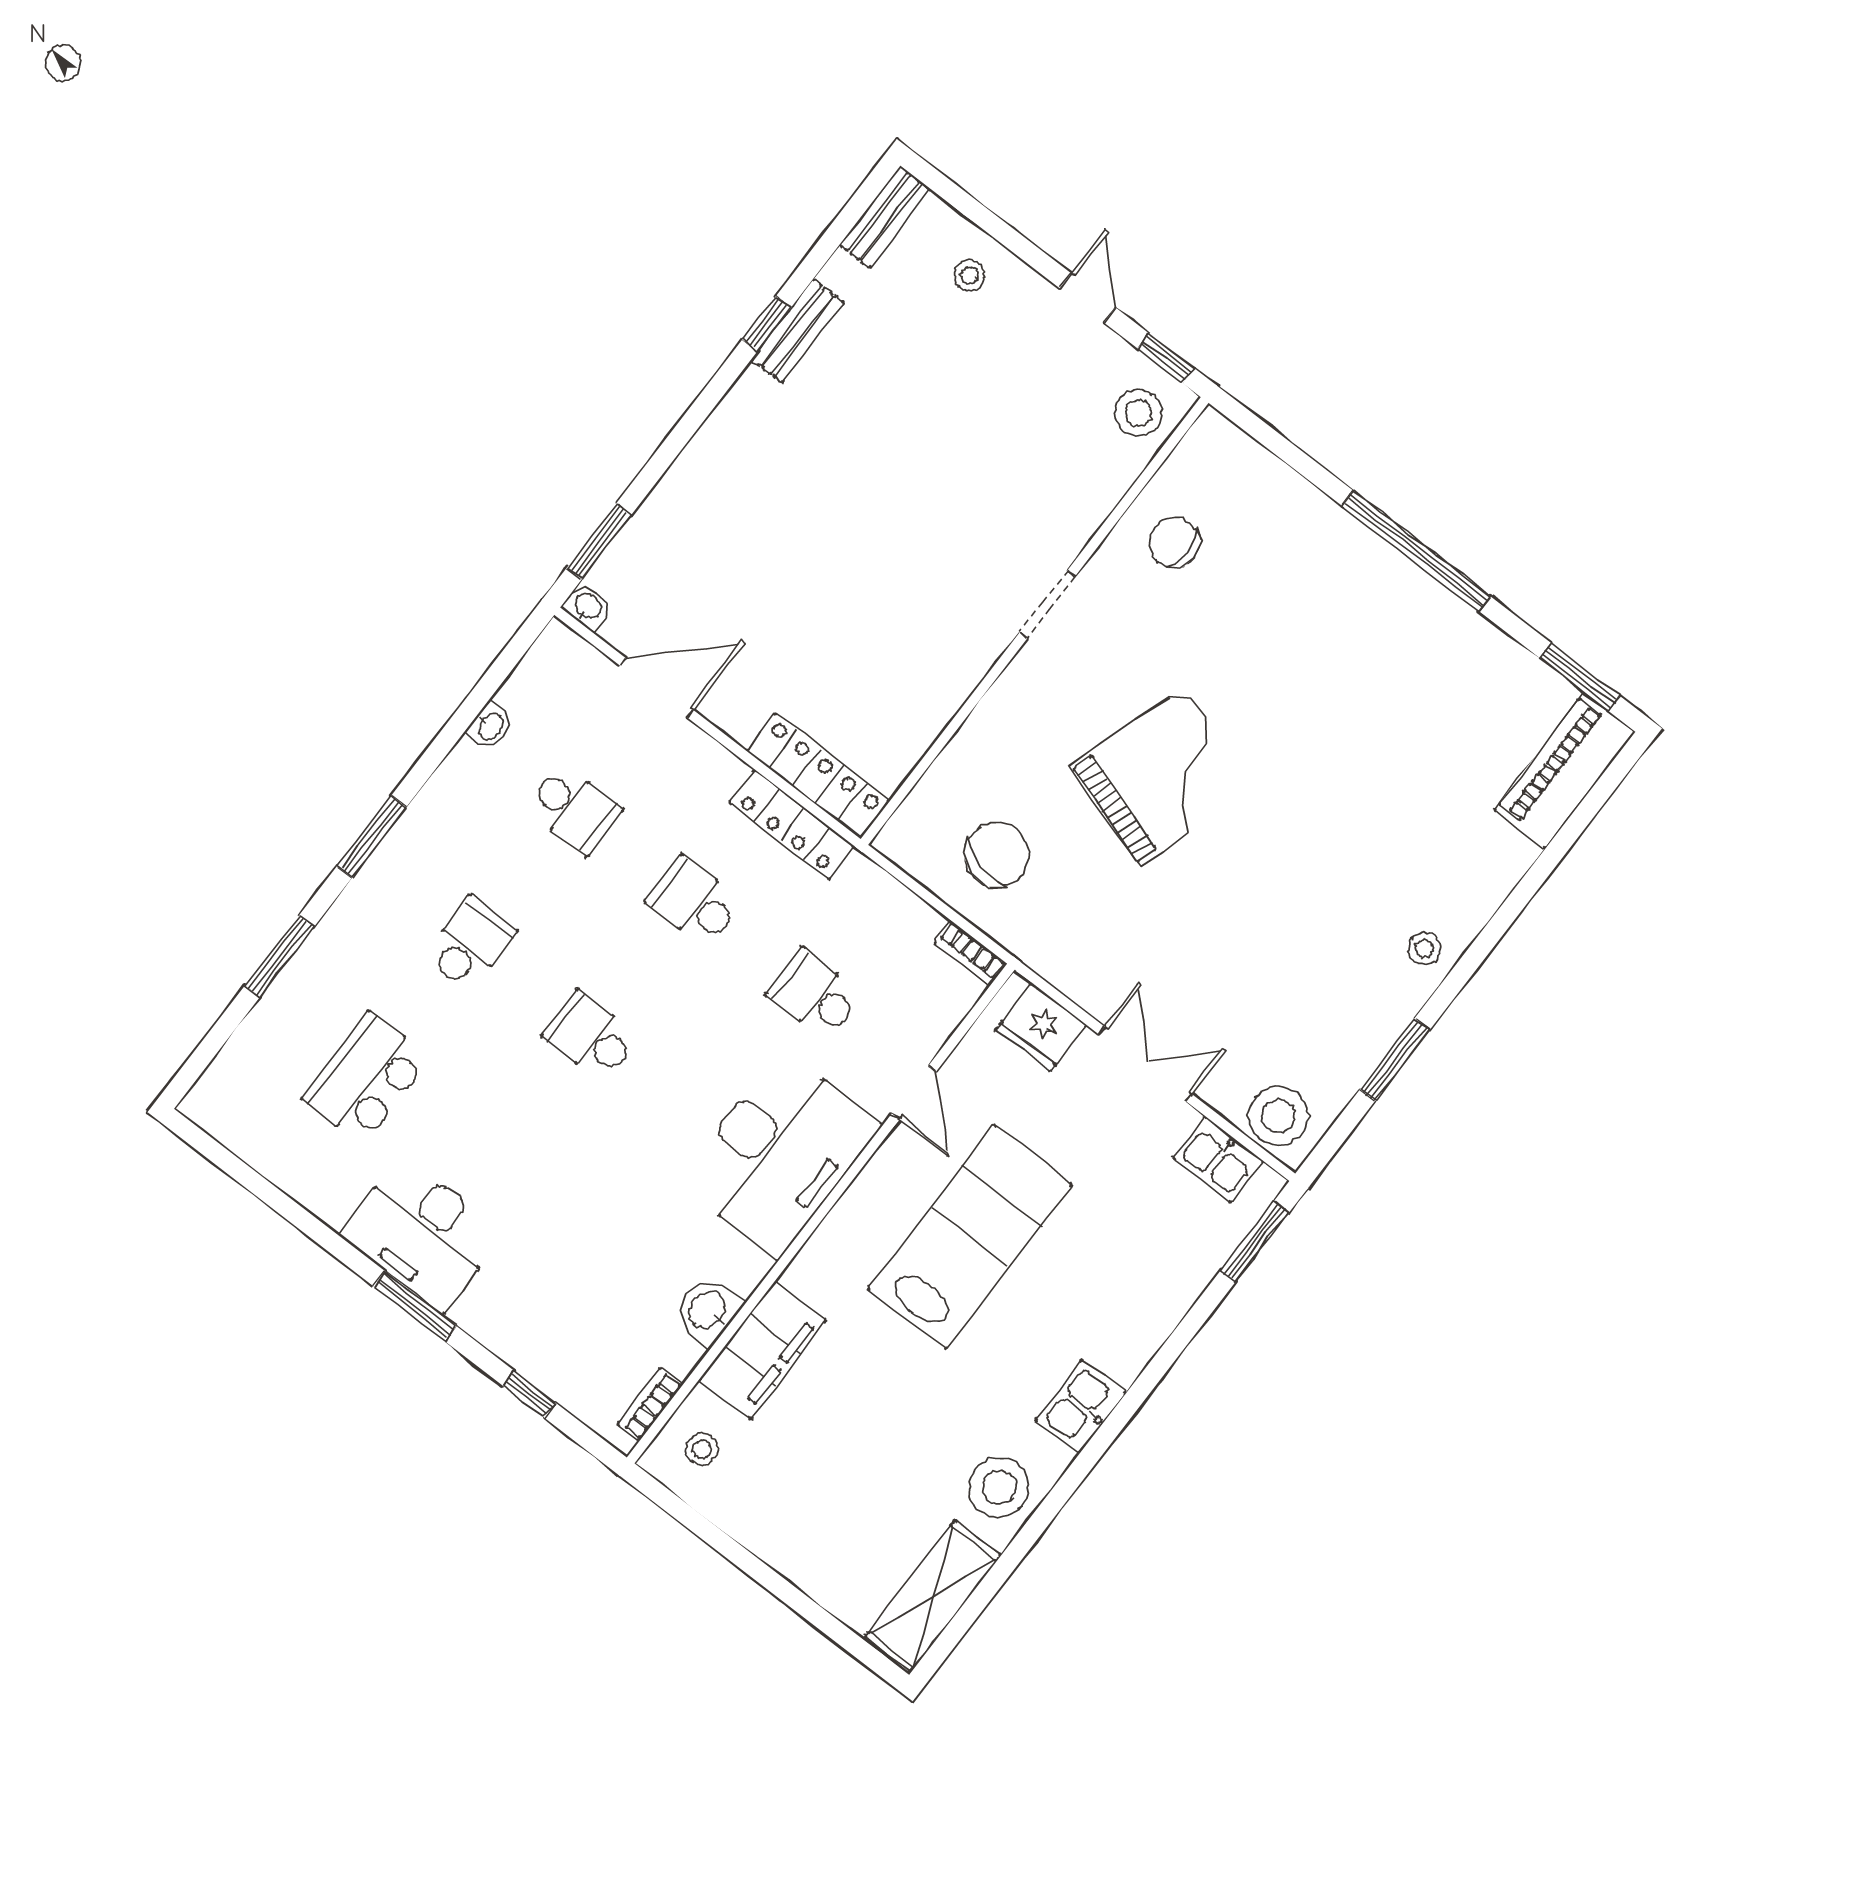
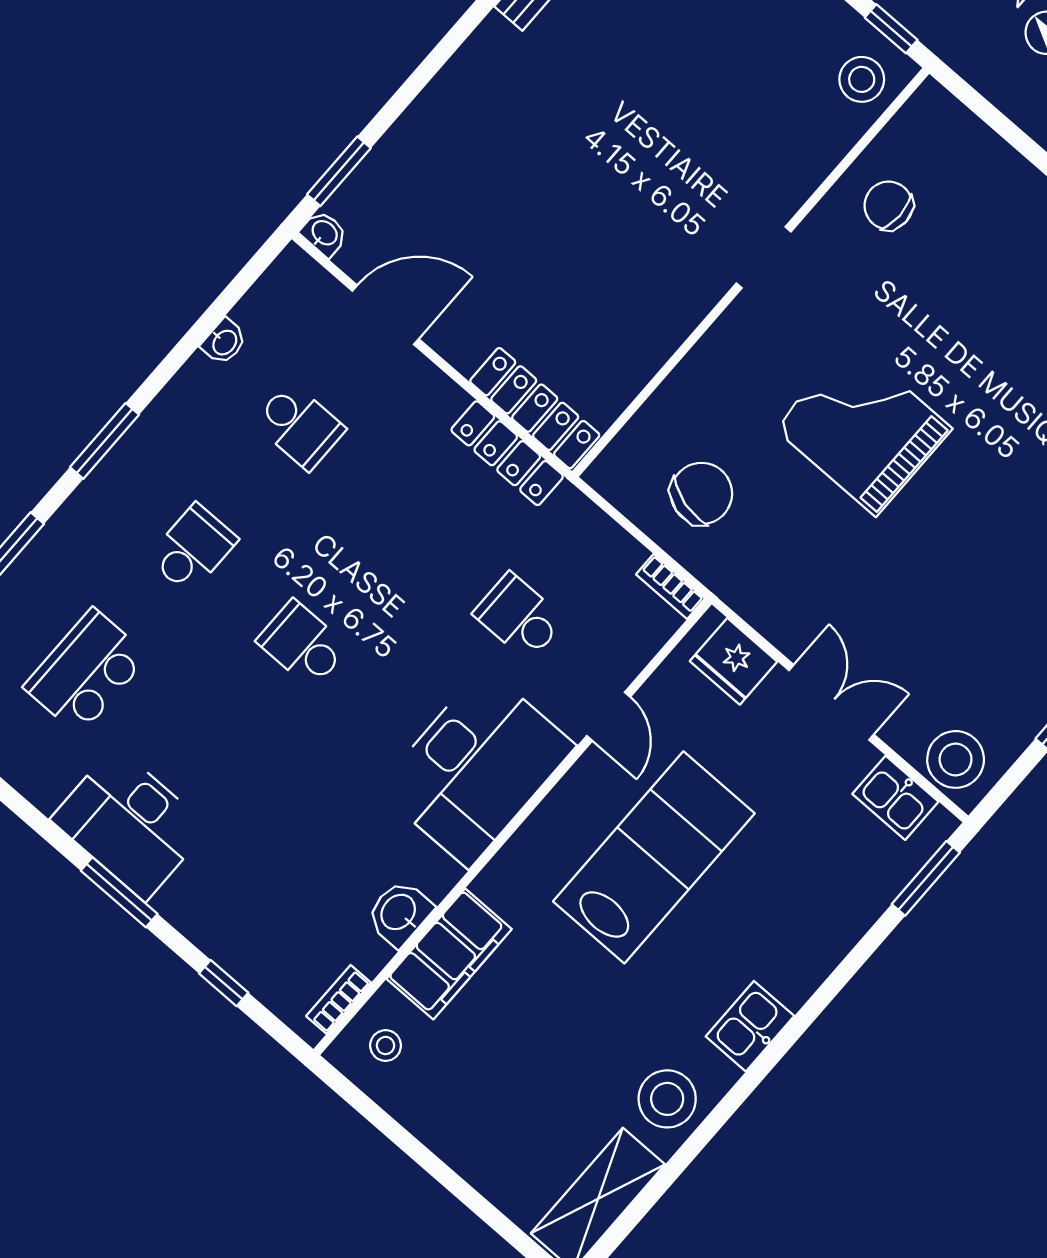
grand piano: (1161, 777) -> (863, 428), turned -108
school desk: (694, 902) -> (409, 521), removed

